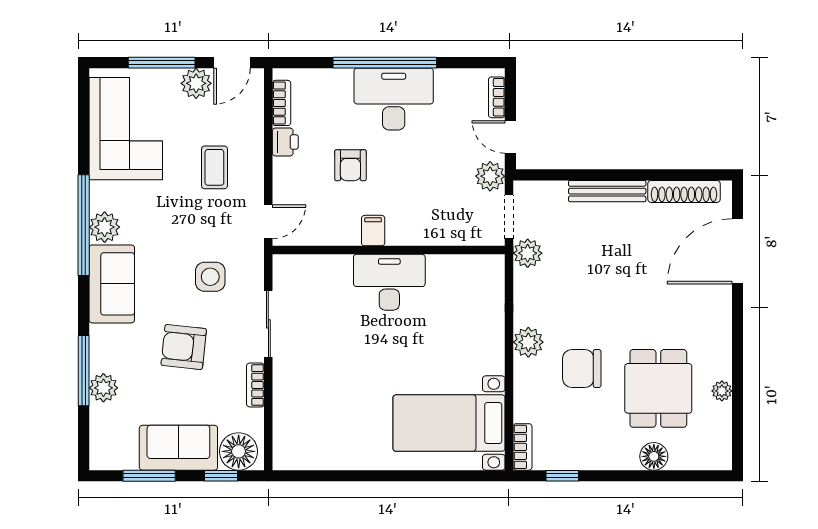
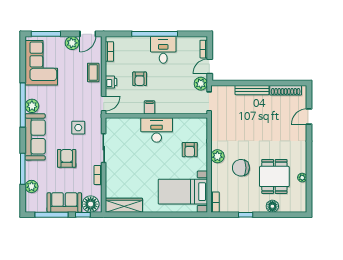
window: (162, 63) -> (46, 34), moved
desk: (394, 99) -> (163, 50), width x0.73
door: (510, 137) -> (210, 66), hinge flipped
printer: (285, 142) -> (111, 82), moved
coffee table: (214, 167) -> (93, 72), moved
door: (738, 251) -> (309, 116), width x0.53
plant: (528, 253) -> (217, 117), removed
sofa: (112, 284) -> (35, 137), width x1.36
armchair: (465, 327) -> (190, 150), added
armchair: (184, 347) -> (67, 158), turned 84
plant: (103, 388) -> (32, 186), moved
wardrobe: (315, 454) -> (124, 205), added
window: (149, 476) -> (52, 215), width x1.44
window: (562, 476) -> (246, 215), moved

